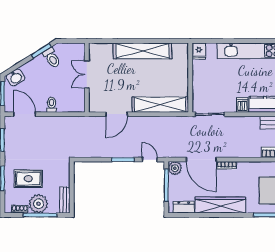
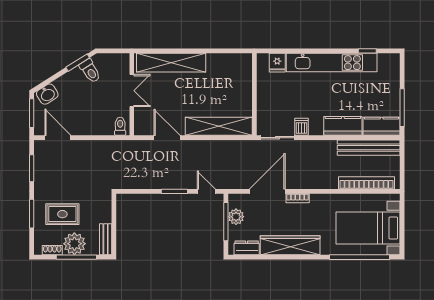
shelving: (142, 51) -> (171, 63), moved
fridge: (199, 51) -> (277, 63), moved
double door: (87, 74) -> (132, 91), swing flipped
toilet: (52, 105) -> (120, 126), moved
dishwasher: (242, 105) -> (302, 127), moved
door: (117, 114) -> (167, 138), swing flipped
door: (201, 160) -> (267, 191), swing flipped
plant: (175, 168) -> (236, 217), moved

